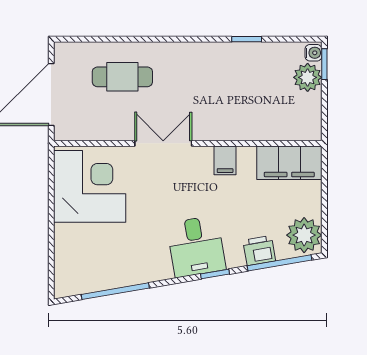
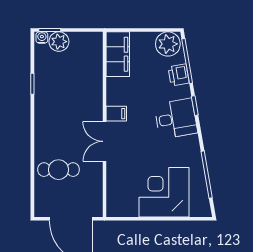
cafe table: (122, 77) -> (58, 170), turned 90
filing cabinet: (225, 160) -> (116, 114), moved
corner desk: (90, 186) -> (164, 192), moved

